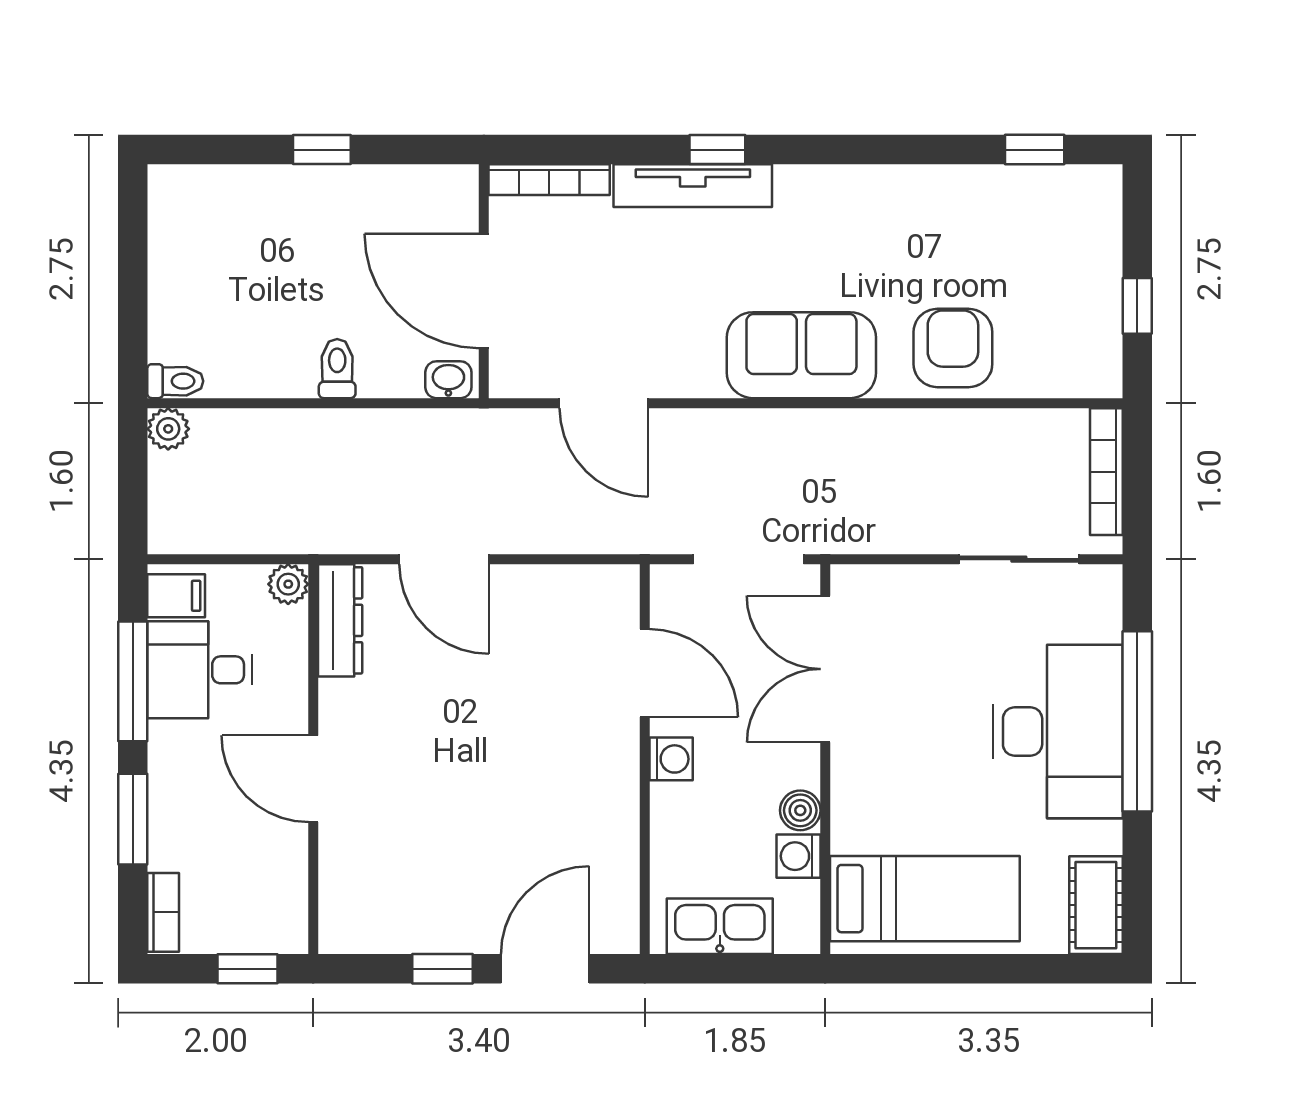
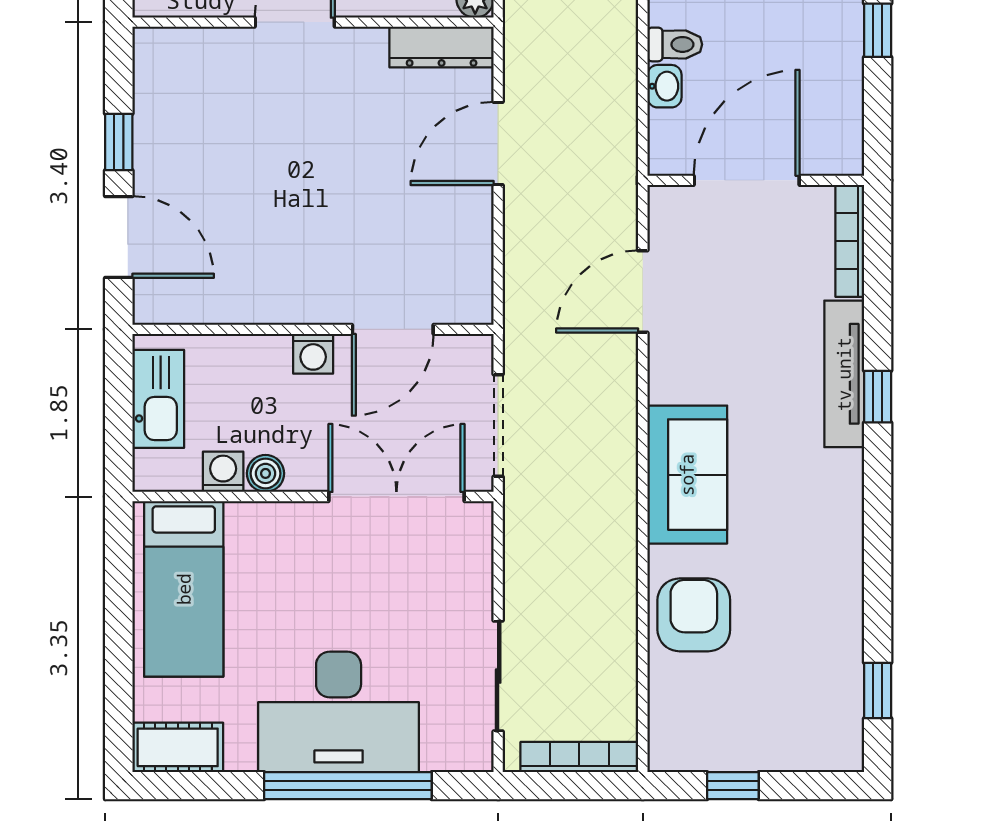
armchair: (953, 348) -> (694, 615), turned -90
washbasin: (448, 380) -> (664, 86), moved

